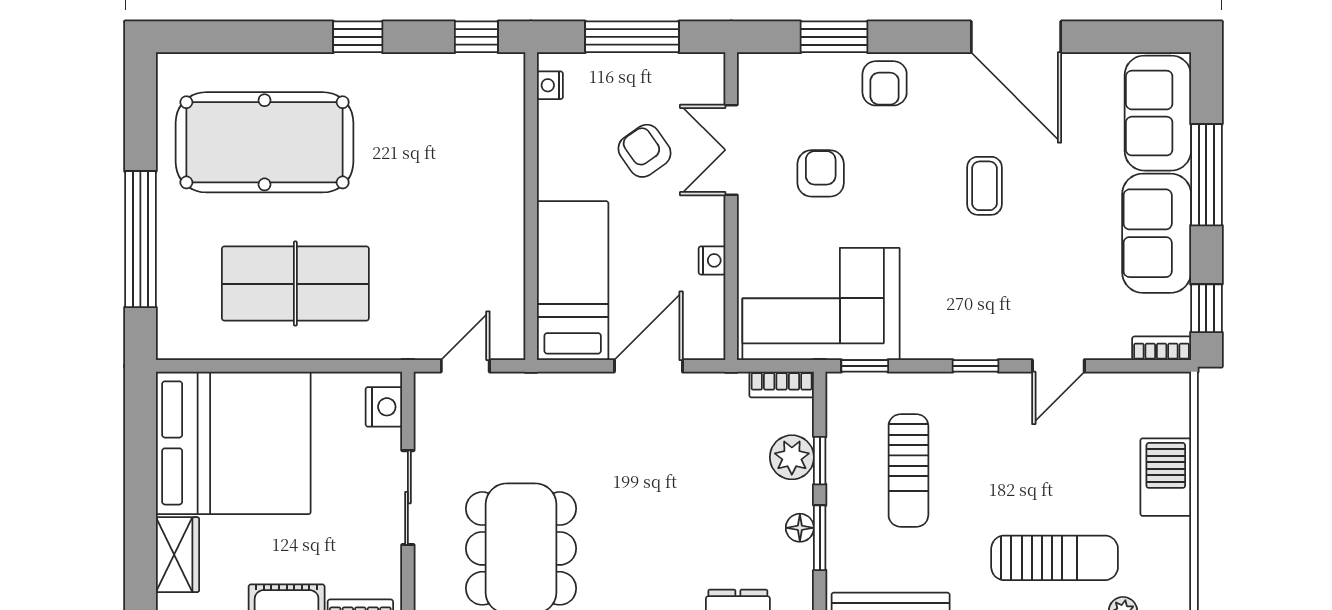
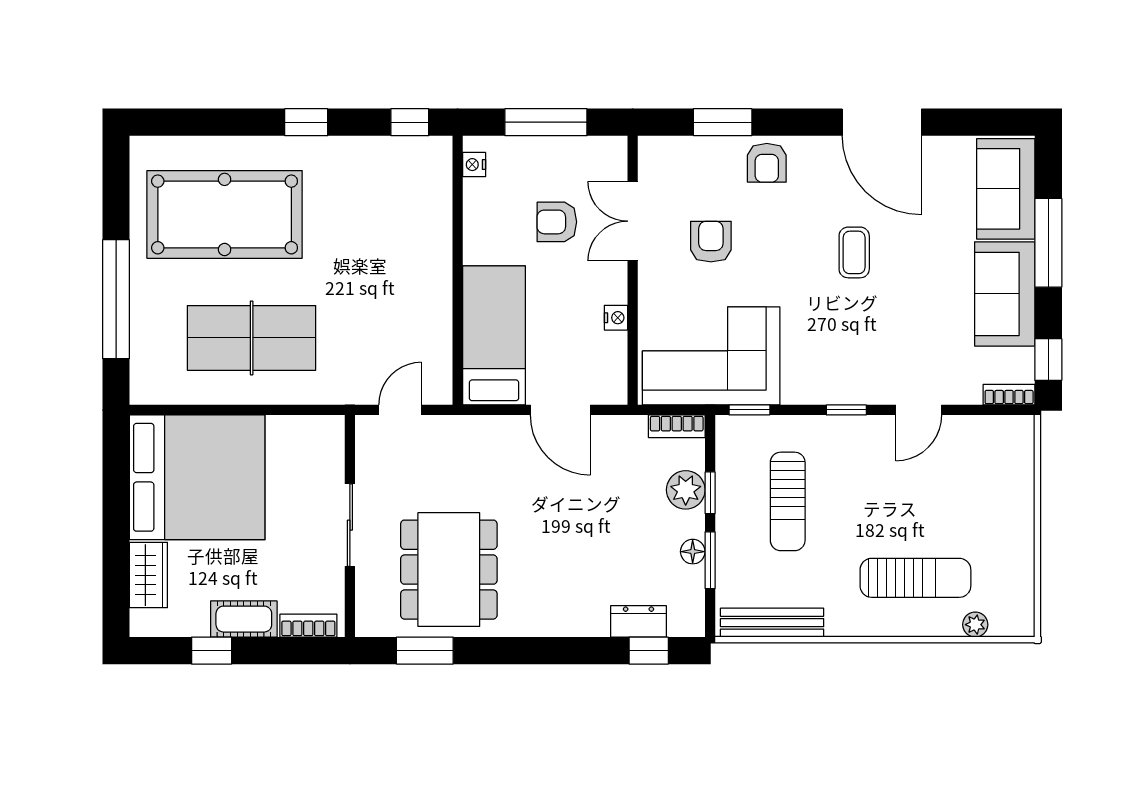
armchair: (645, 151) -> (557, 222), turned -55
door: (648, 366) -> (560, 410), swing flipped
nightstand: (384, 407) -> (329, 446), removed
barbecue: (1166, 477) -> (1013, 507), removed

